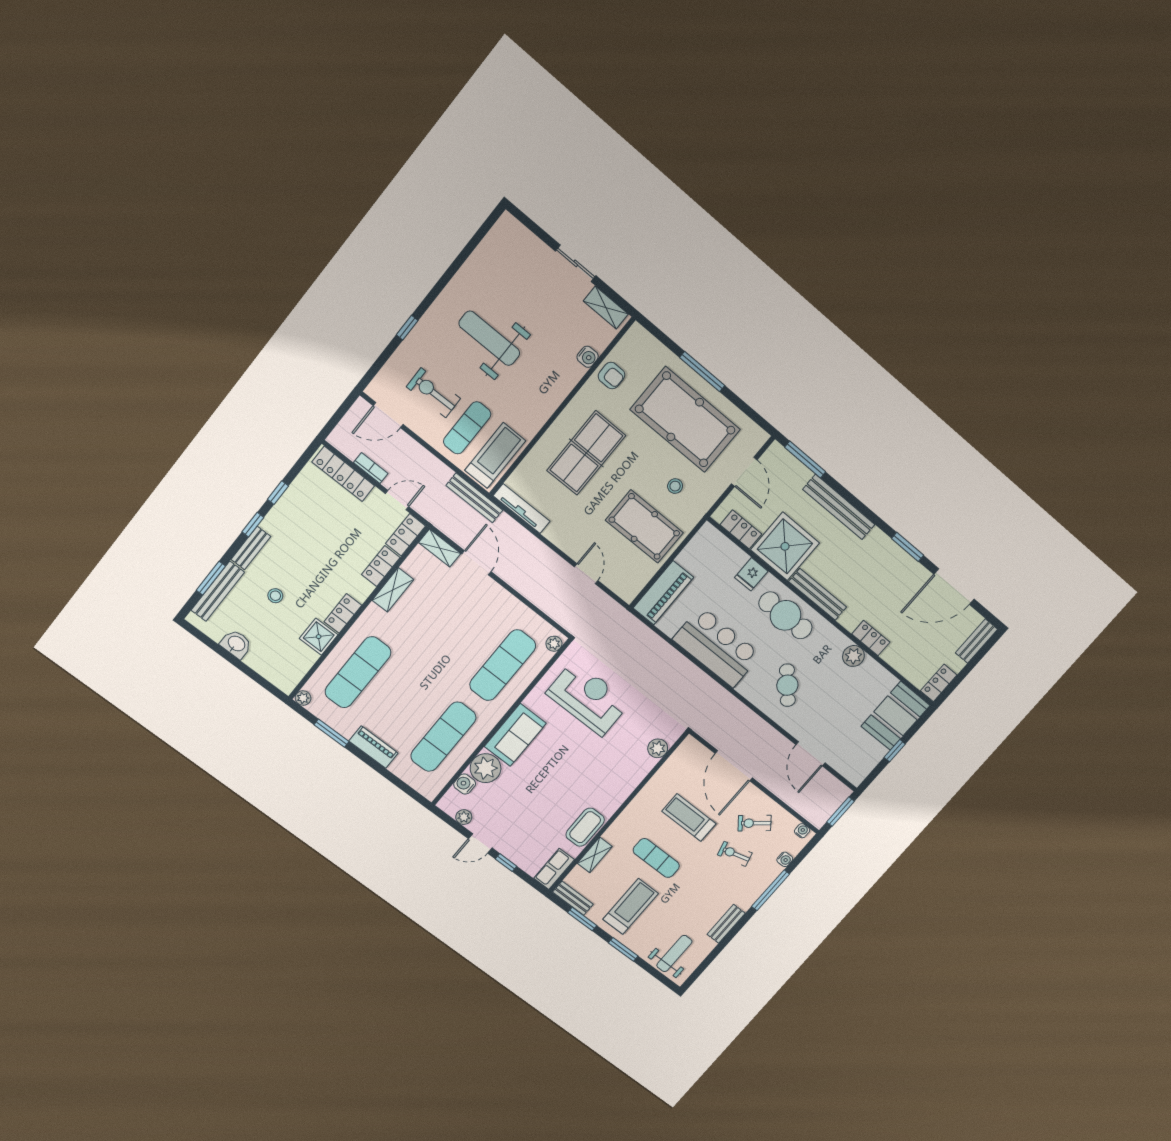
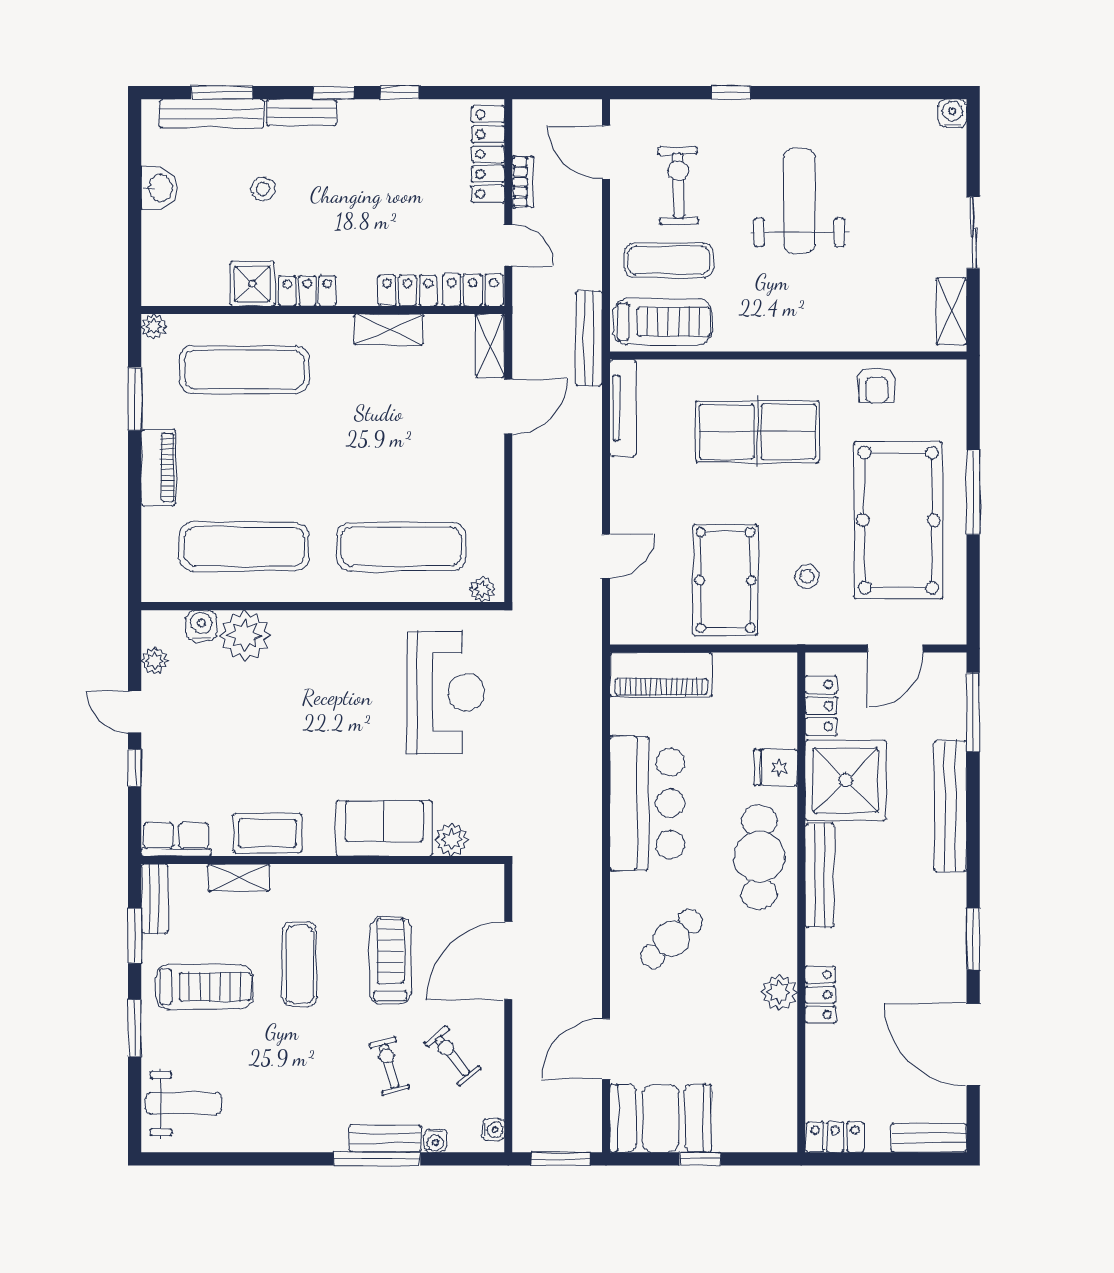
water cooler: (588, 357) -> (952, 113), moved, turned 180
booth: (896, 716) -> (661, 1118), moved
sofa: (515, 735) -> (384, 828), moved, turned 180
bench: (726, 924) -> (385, 1139), moved

